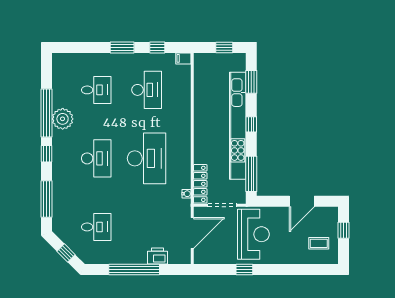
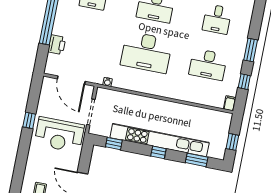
window: (251, 174) -> (114, 144), width x0.46
locker: (200, 184) -> (114, 96), removed

